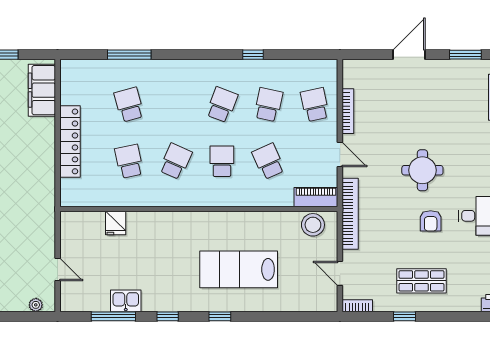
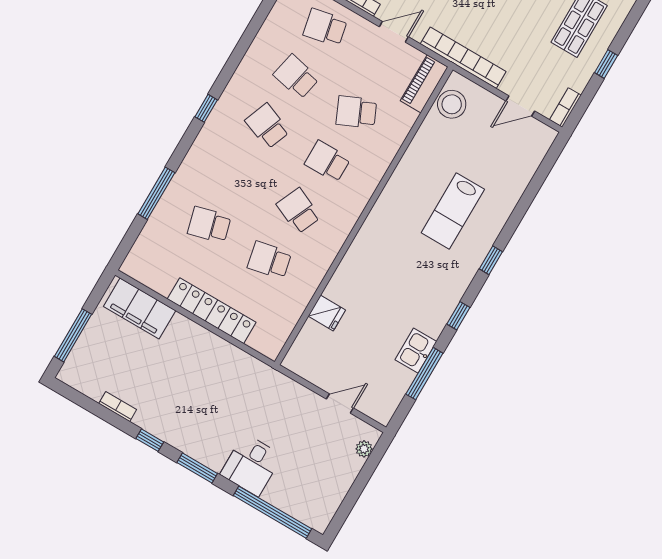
window: (253, 55) -> (206, 108), moved
lab bench: (239, 269) -> (453, 211), width x0.73, depth x0.72

